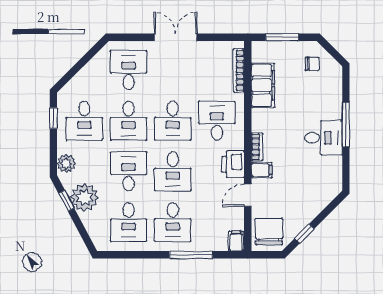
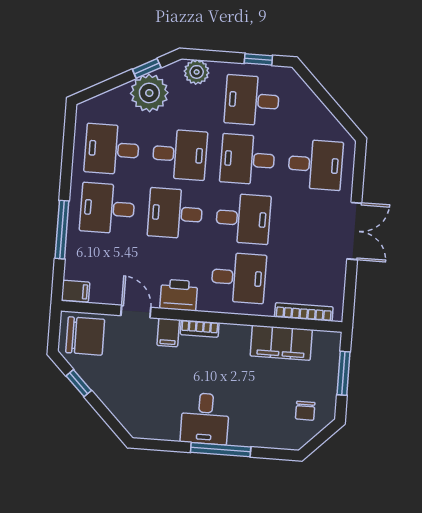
desk: (173, 121) -> (243, 219), turned 180

